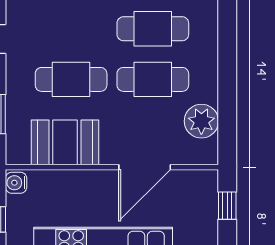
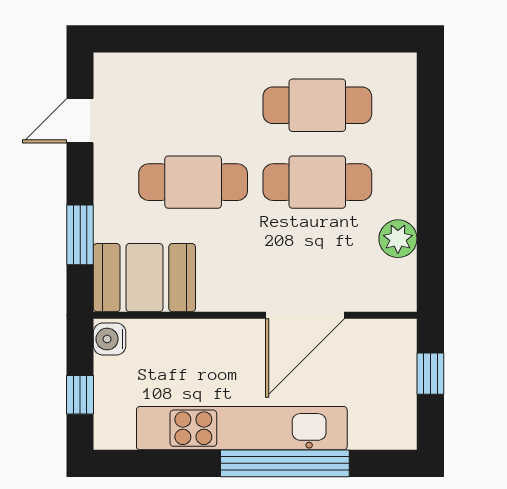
plant: (201, 121) -> (398, 239), width x0.73, depth x0.73
booth: (65, 142) -> (144, 278), moved

